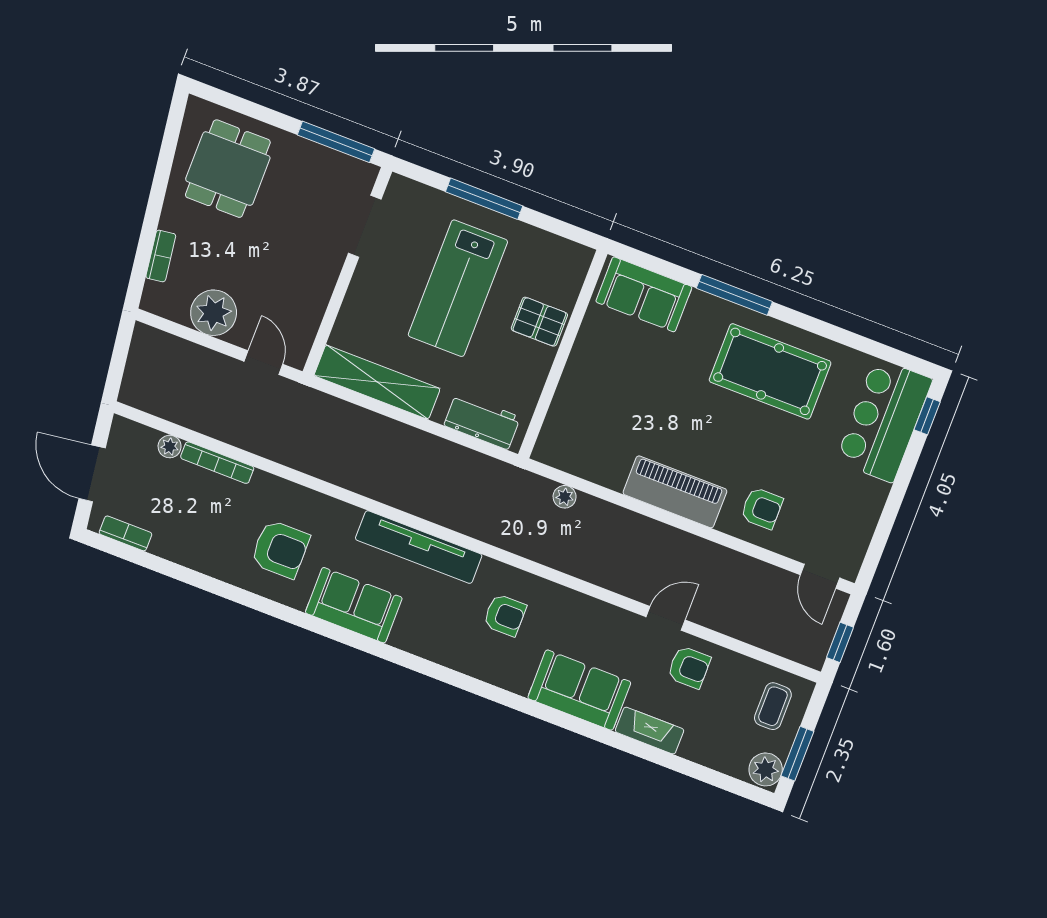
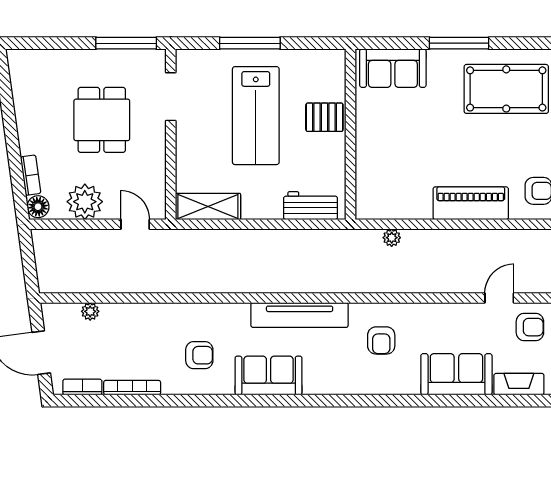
dining table: (228, 169) -> (102, 120), moved
floor lamp: (155, 297) -> (38, 207), added
shelving: (377, 382) -> (208, 207), width x0.68
bookcase: (217, 463) -> (132, 388), moved, turned 180
armchair: (280, 549) -> (199, 355), width x0.72, depth x0.72
armchair: (505, 615) -> (381, 340), turned 90

